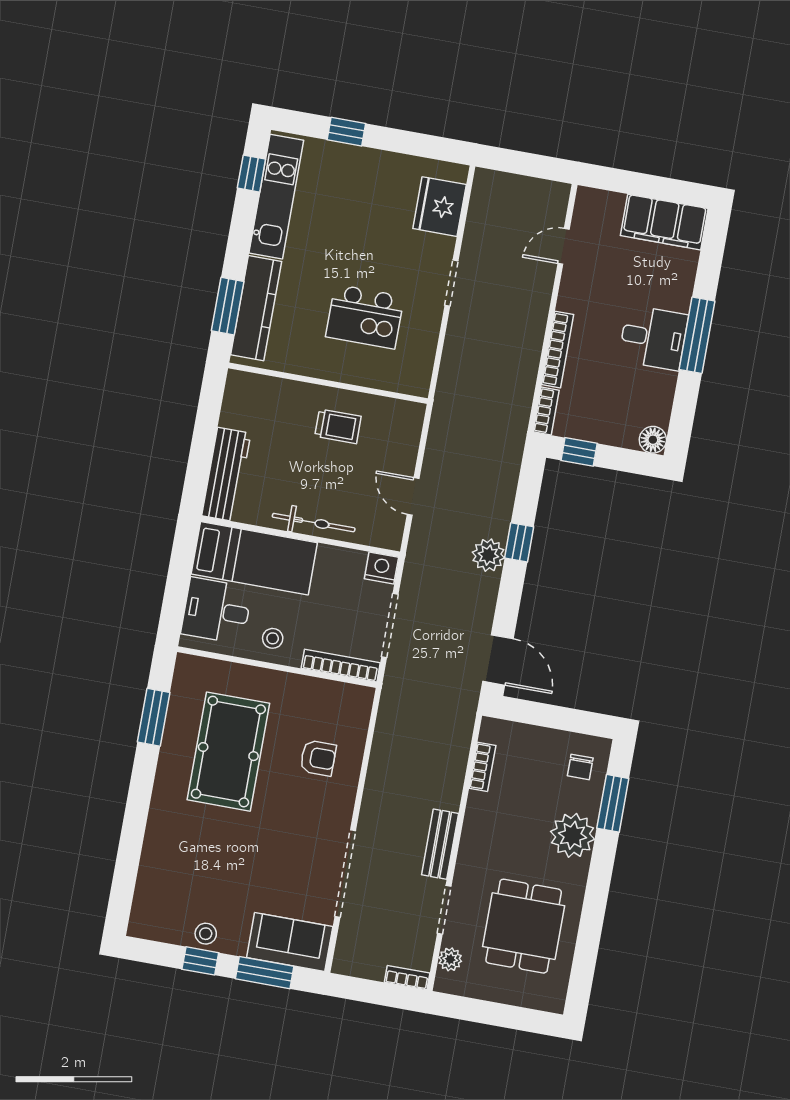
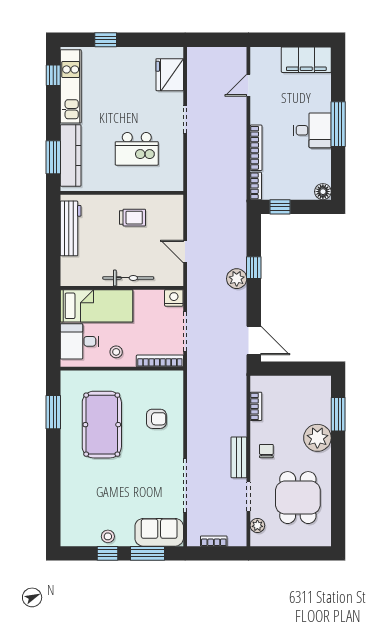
workbench: (226, 474) -> (71, 228), moved
chair: (580, 767) -> (266, 451), moved, turned 180
bookcase: (407, 978) -> (214, 541), moved

